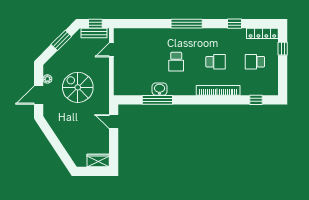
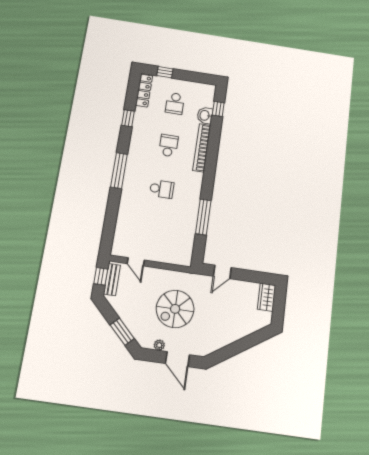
window: (61, 40) -> (122, 332), moved
washbasin: (160, 89) -> (205, 115), moved

